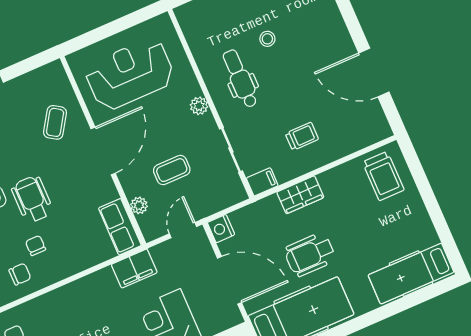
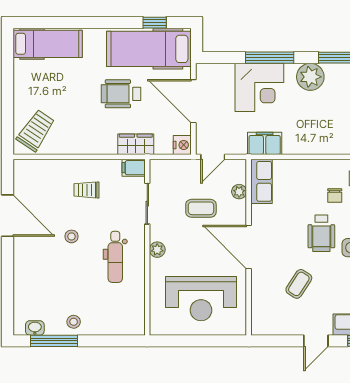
stool: (267, 39) -> (72, 236), moved
coffee table: (55, 122) -> (299, 284), moved
door: (103, 151) -> (249, 247), hinge flipped
trolley: (383, 176) -> (36, 130), turned 34
wardrobe: (300, 195) -> (136, 144), moved
wheelchair: (310, 255) -> (121, 94), turned 180

